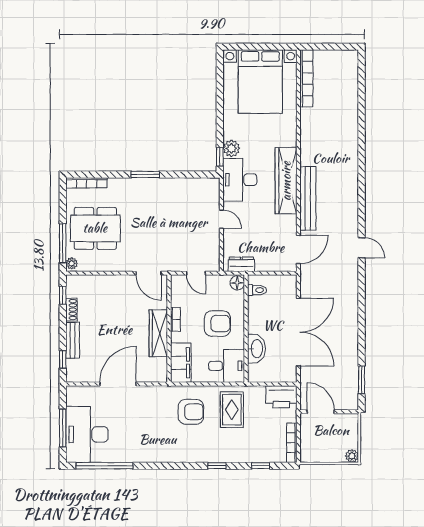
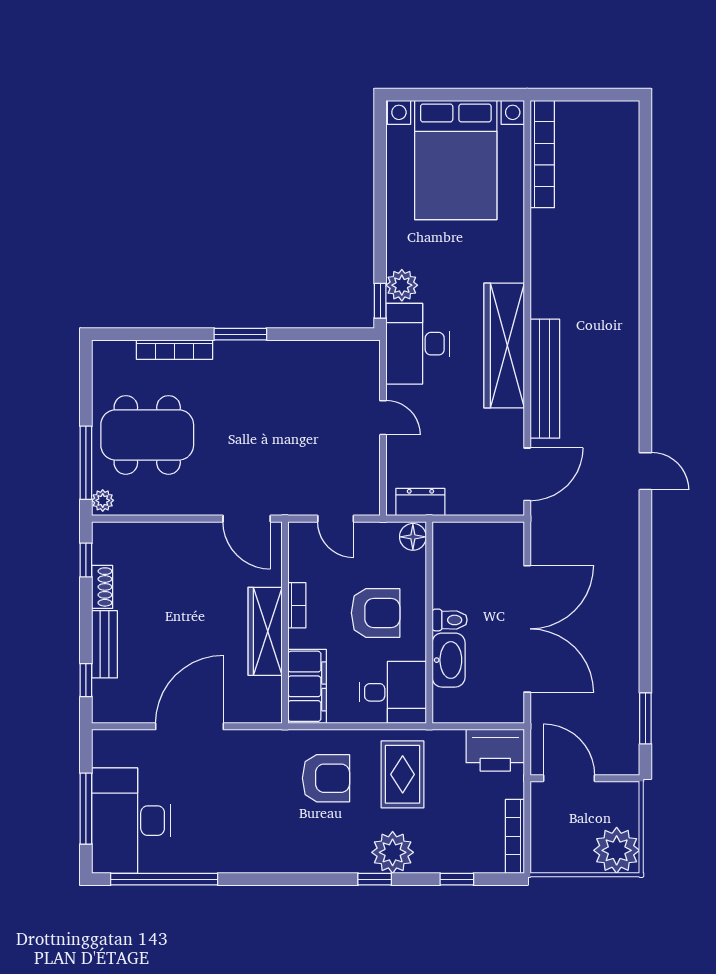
bookcase: (86, 183) -> (175, 350), moved
toilet: (257, 290) -> (450, 620), moved
plant: (226, 451) -> (393, 852), added
plant: (352, 456) -> (617, 850), width x1.88, depth x1.88

